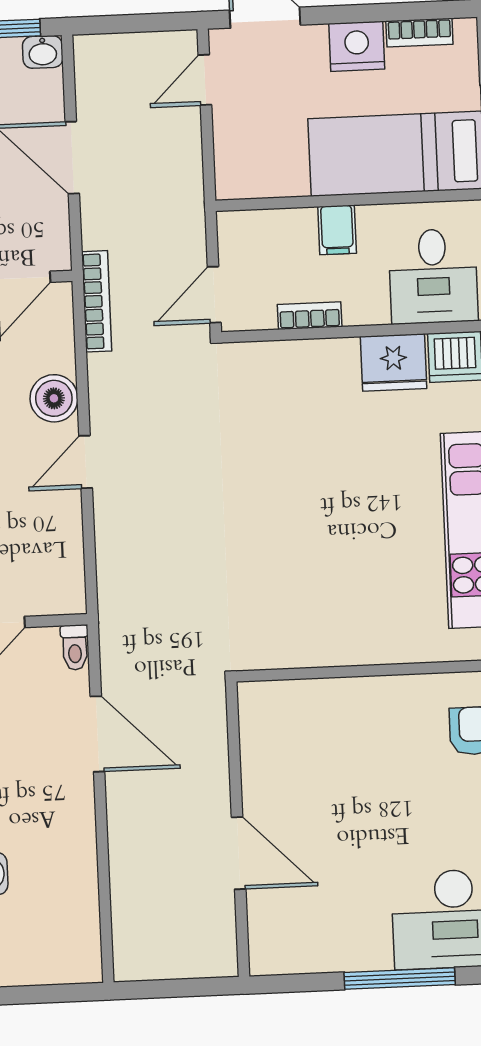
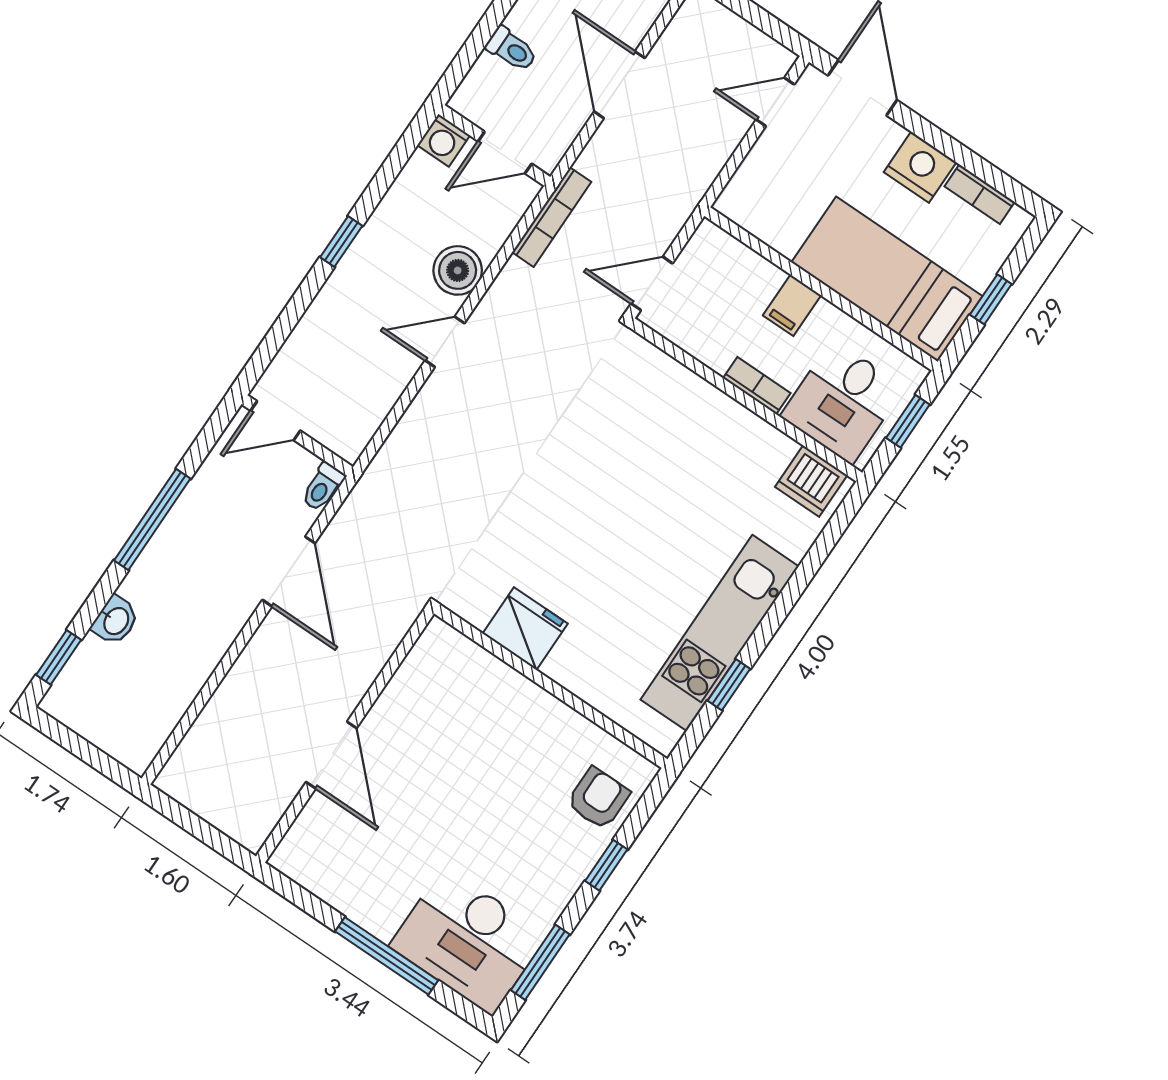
bookcase: (310, 316) -> (757, 386), moved
fridge: (394, 362) -> (525, 629), moved, turned 180

